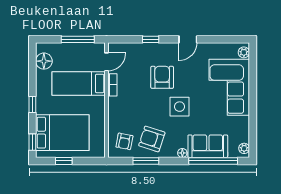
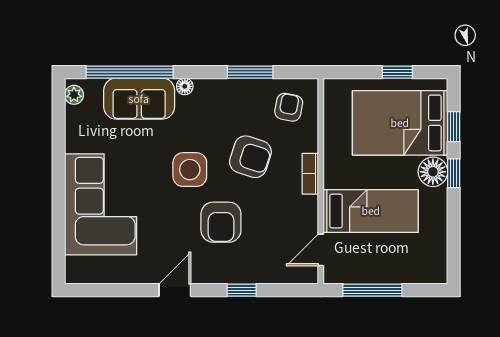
plant: (244, 52) -> (74, 267), removed
floor lamp: (44, 61) -> (433, 172), moved
bookcase: (112, 85) -> (310, 174), moved
armchair: (152, 139) -> (250, 157), moved
window: (32, 142) -> (454, 127), moved

